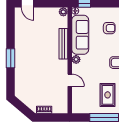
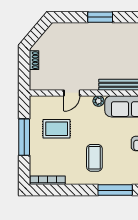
rug: (108, 95) -> (57, 129), moved

